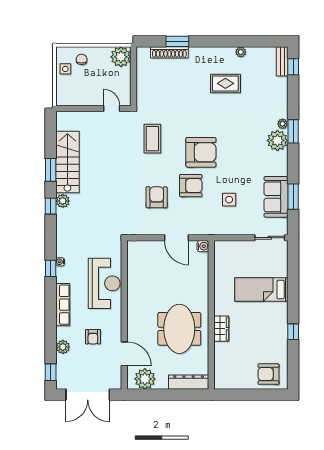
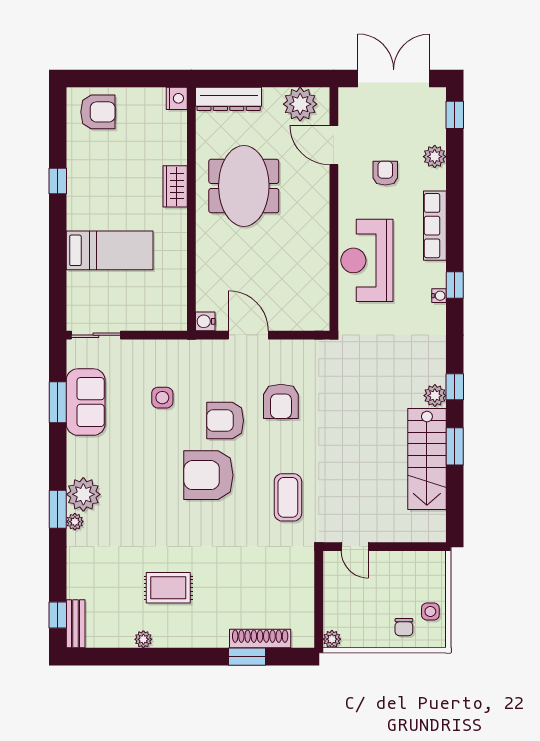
plant: (121, 57) -> (332, 639), width x0.53, depth x0.53
nightstand: (220, 382) -> (177, 98), added

